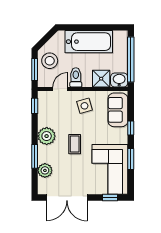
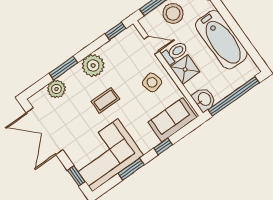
shower: (101, 79) -> (185, 69), moved

